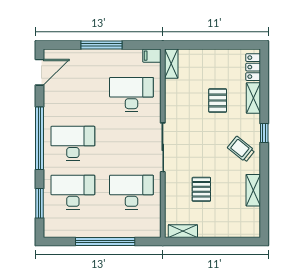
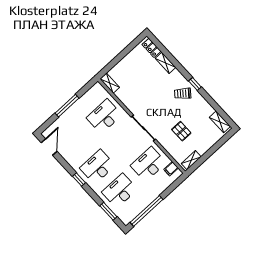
filing cabinet: (152, 56) -> (171, 169), moved
pallet: (218, 100) -> (149, 80), removed
window: (264, 133) -> (195, 84), moved
window: (40, 138) -> (79, 179), width x0.32
shelving: (253, 190) -> (220, 122), moved
window: (105, 242) -> (146, 211), moved

